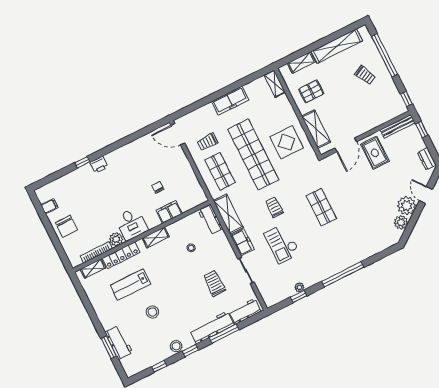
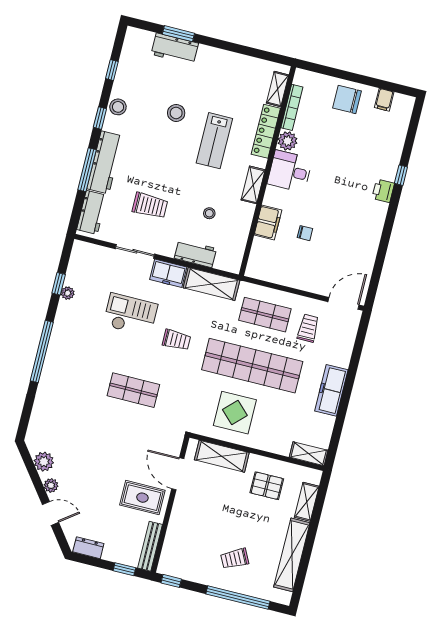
pallet: (311, 91) -> (267, 486), turned 90
plant: (407, 206) -> (51, 485), width x0.53, depth x0.53
workbench: (211, 220) -> (195, 253), moved
lab bench: (130, 285) -> (214, 141), moved, turned 180

